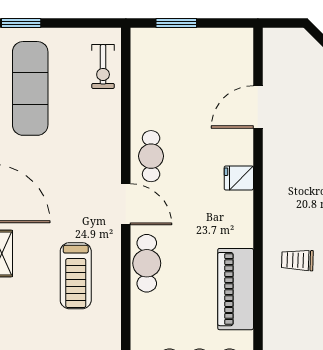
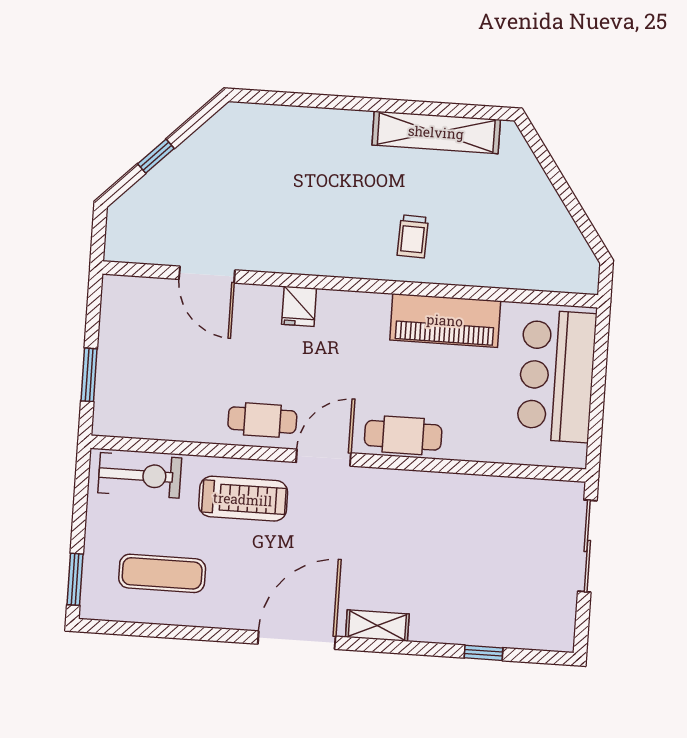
exercise bike: (103, 67) -> (140, 475), width x1.38, depth x1.39
exercise mat: (30, 88) -> (162, 573), width x0.73, depth x0.69
treadmill: (76, 276) -> (243, 499), moved

